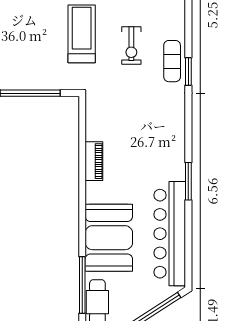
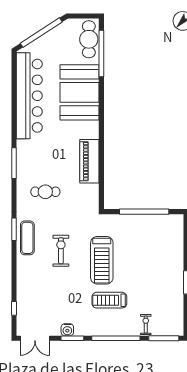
cafe table: (150, 117) -> (45, 192), added
piano: (94, 161) -> (89, 161), width x1.37, depth x1.33
window: (188, 181) -> (14, 163), moved

